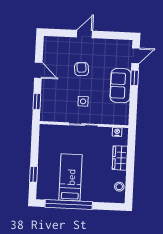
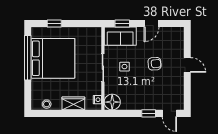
sofa: (120, 86) -> (120, 36), moved, turned 180
floor lamp: (120, 116) -> (112, 102), added
bed: (71, 177) -> (53, 58), width x2.04

